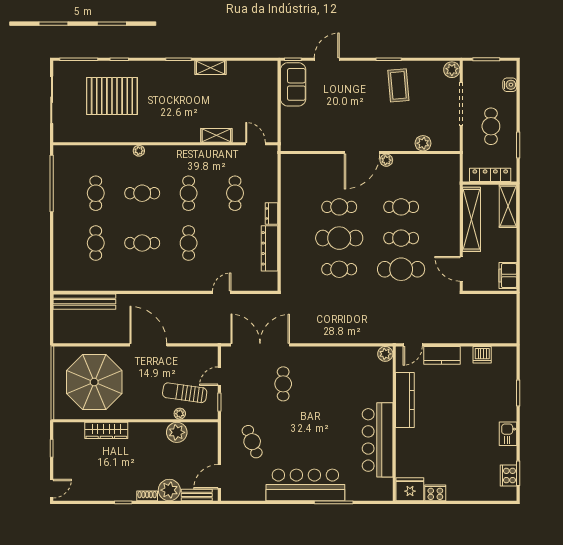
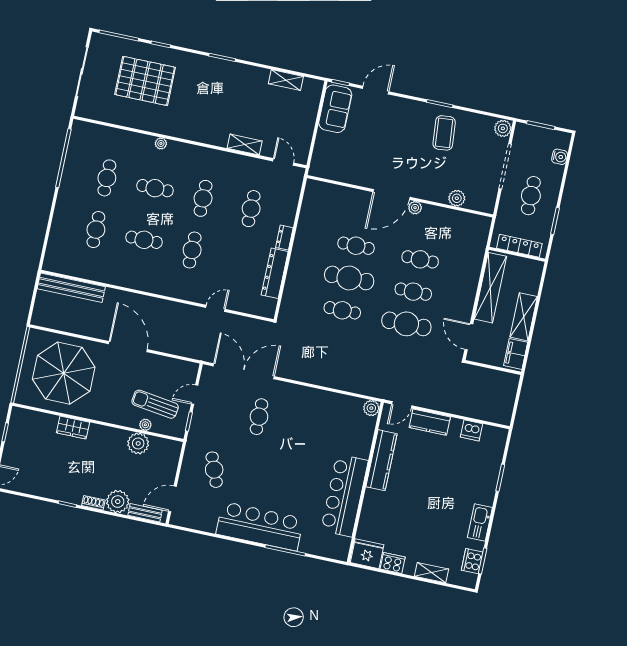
shelving: (210, 68) -> (286, 80), moved
shelving: (508, 206) -> (524, 317), moved
wardrobe: (106, 430) -> (73, 428), width x0.67
kitchen sink: (508, 434) -> (480, 523), width x1.38
shelving: (473, 494) -> (431, 573), added

